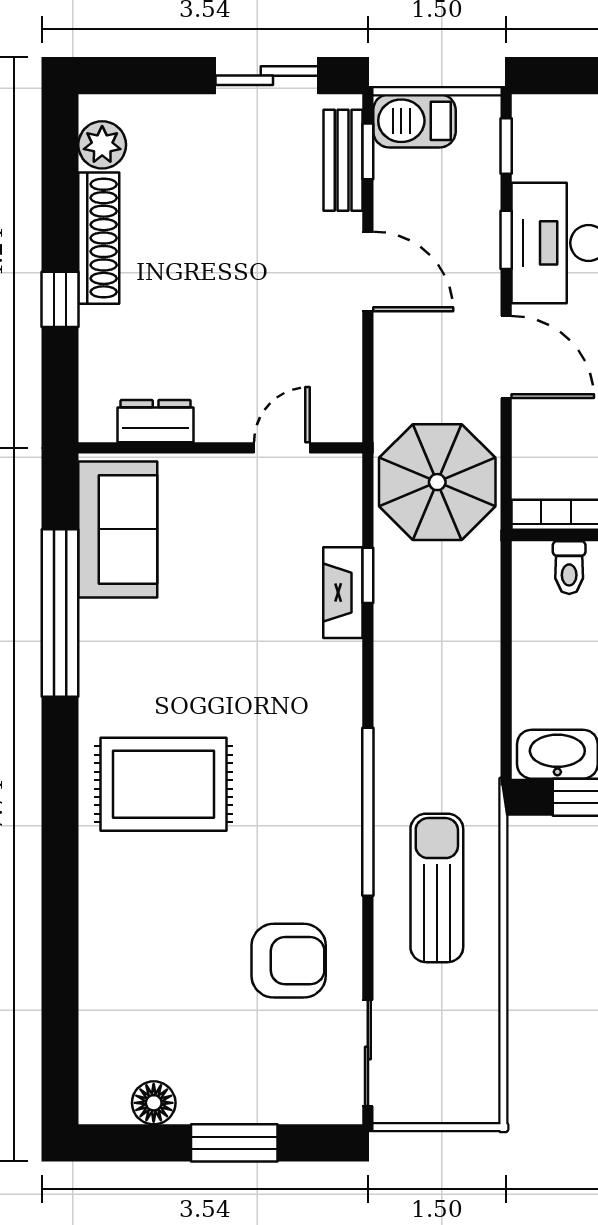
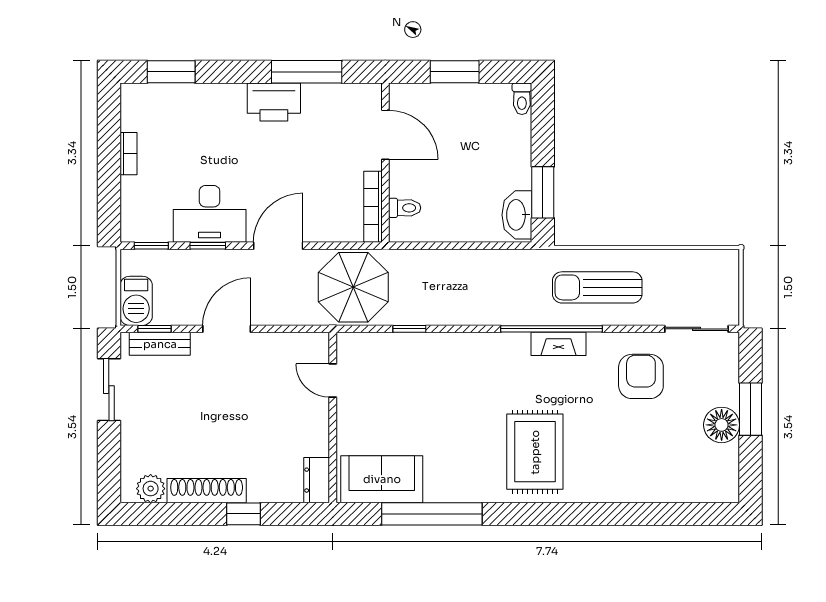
dresser: (156, 421) -> (317, 480), moved
fireplace: (343, 593) -> (558, 344), moved
floor lamp: (154, 1103) -> (722, 425), moved, width x1.38, depth x1.38

